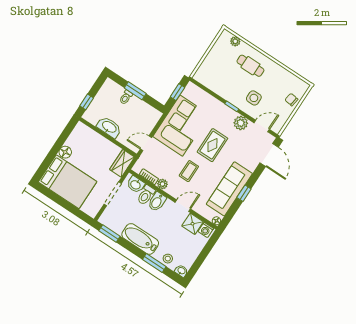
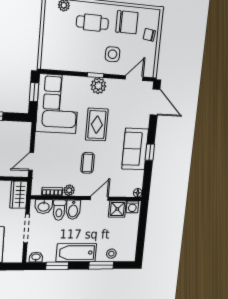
chair: (278, 80) -> (127, 22), added
plant: (241, 123) -> (98, 86), moved
corner sofa: (181, 126) -> (58, 104), moved
sofa: (229, 189) -> (135, 149), width x0.73
window: (109, 234) -> (57, 266), moved
washbasin: (181, 271) -> (36, 257), moved

